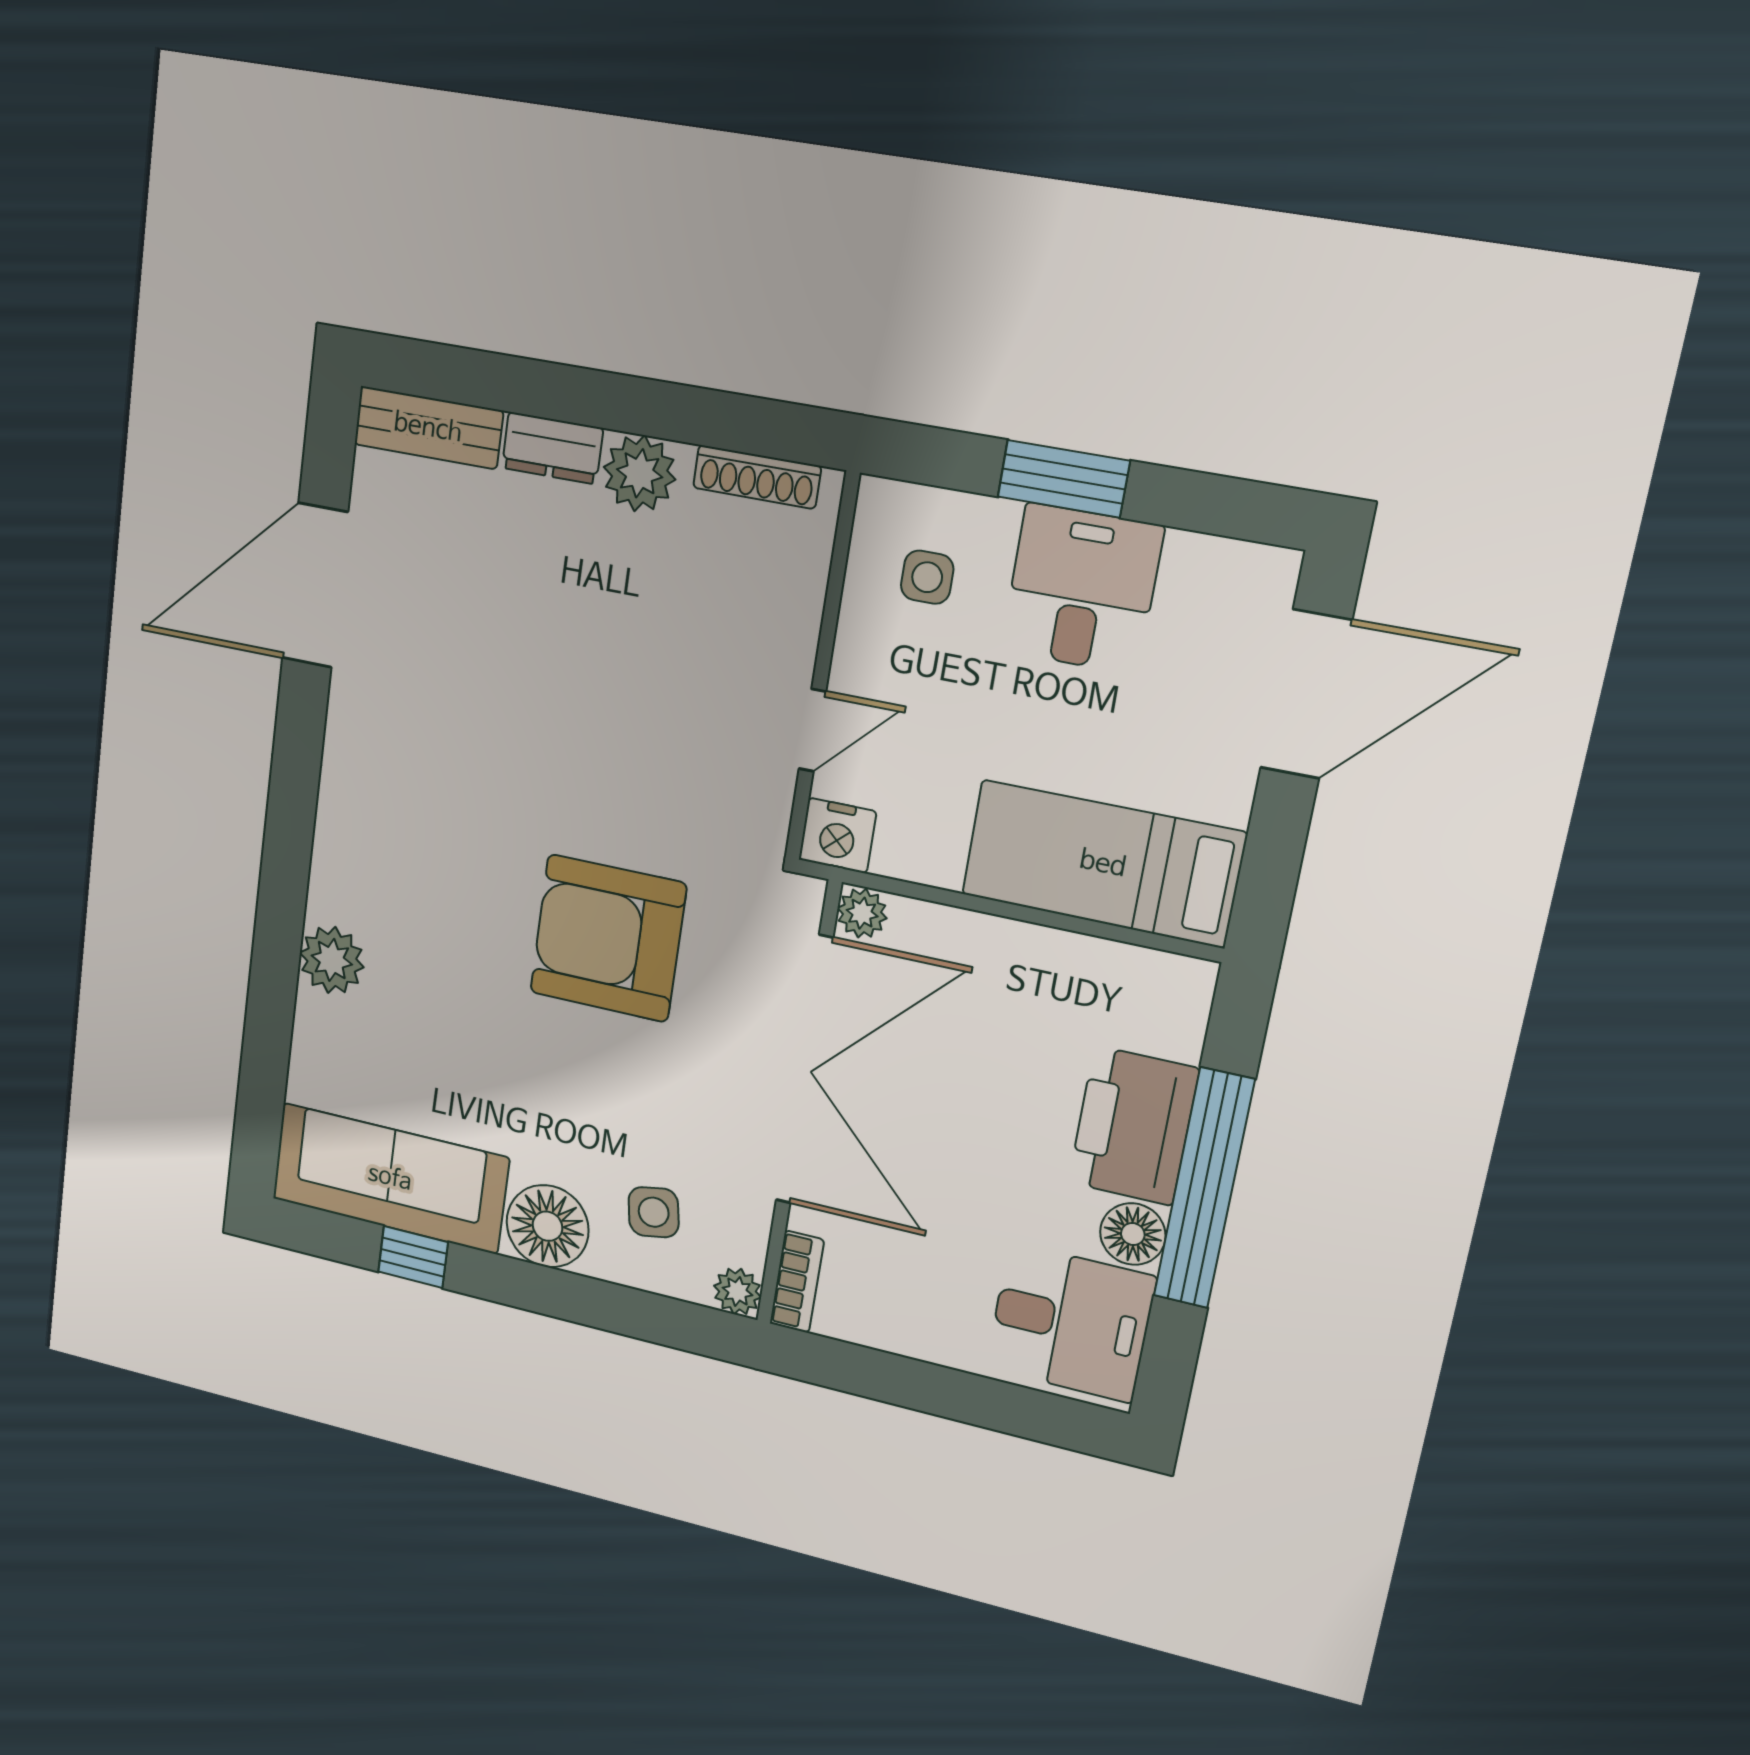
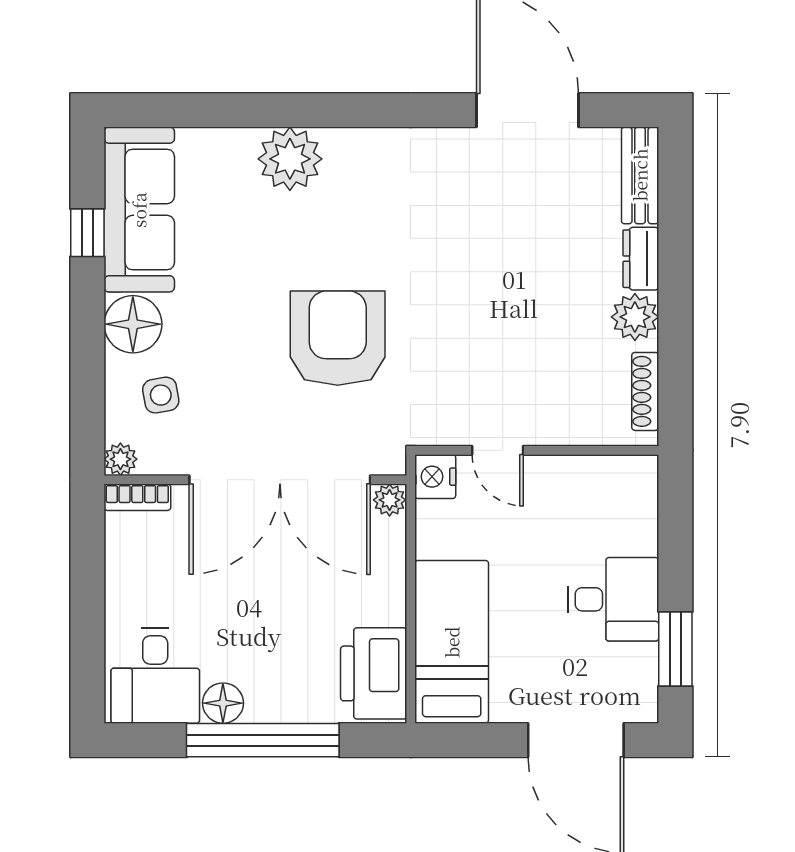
window: (1064, 479) -> (675, 649), moved
side table: (927, 577) -> (604, 506), removed
plant: (332, 960) -> (290, 159), width x1.36, depth x1.36
printer: (1133, 1126) -> (374, 673), moved, turned -90

